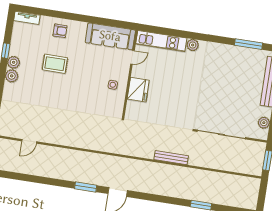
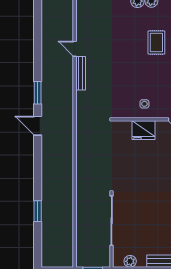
door: (29, 141) -> (75, 49), moved
bench: (171, 158) -> (81, 73), moved

